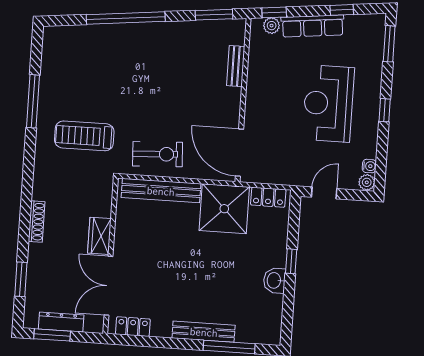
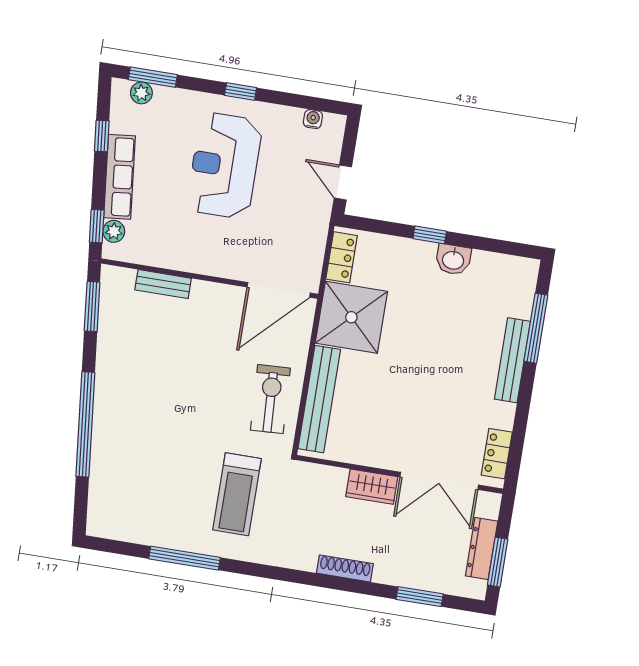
reception desk: (328, 103) -> (225, 166), turned 90
plant: (367, 182) -> (141, 93), moved

